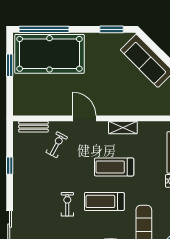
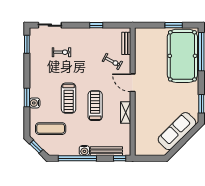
door: (84, 118) -> (133, 83), swing flipped
treadmill: (104, 201) -> (69, 98), turned 180
exercise bike: (67, 204) -> (61, 52), moved

